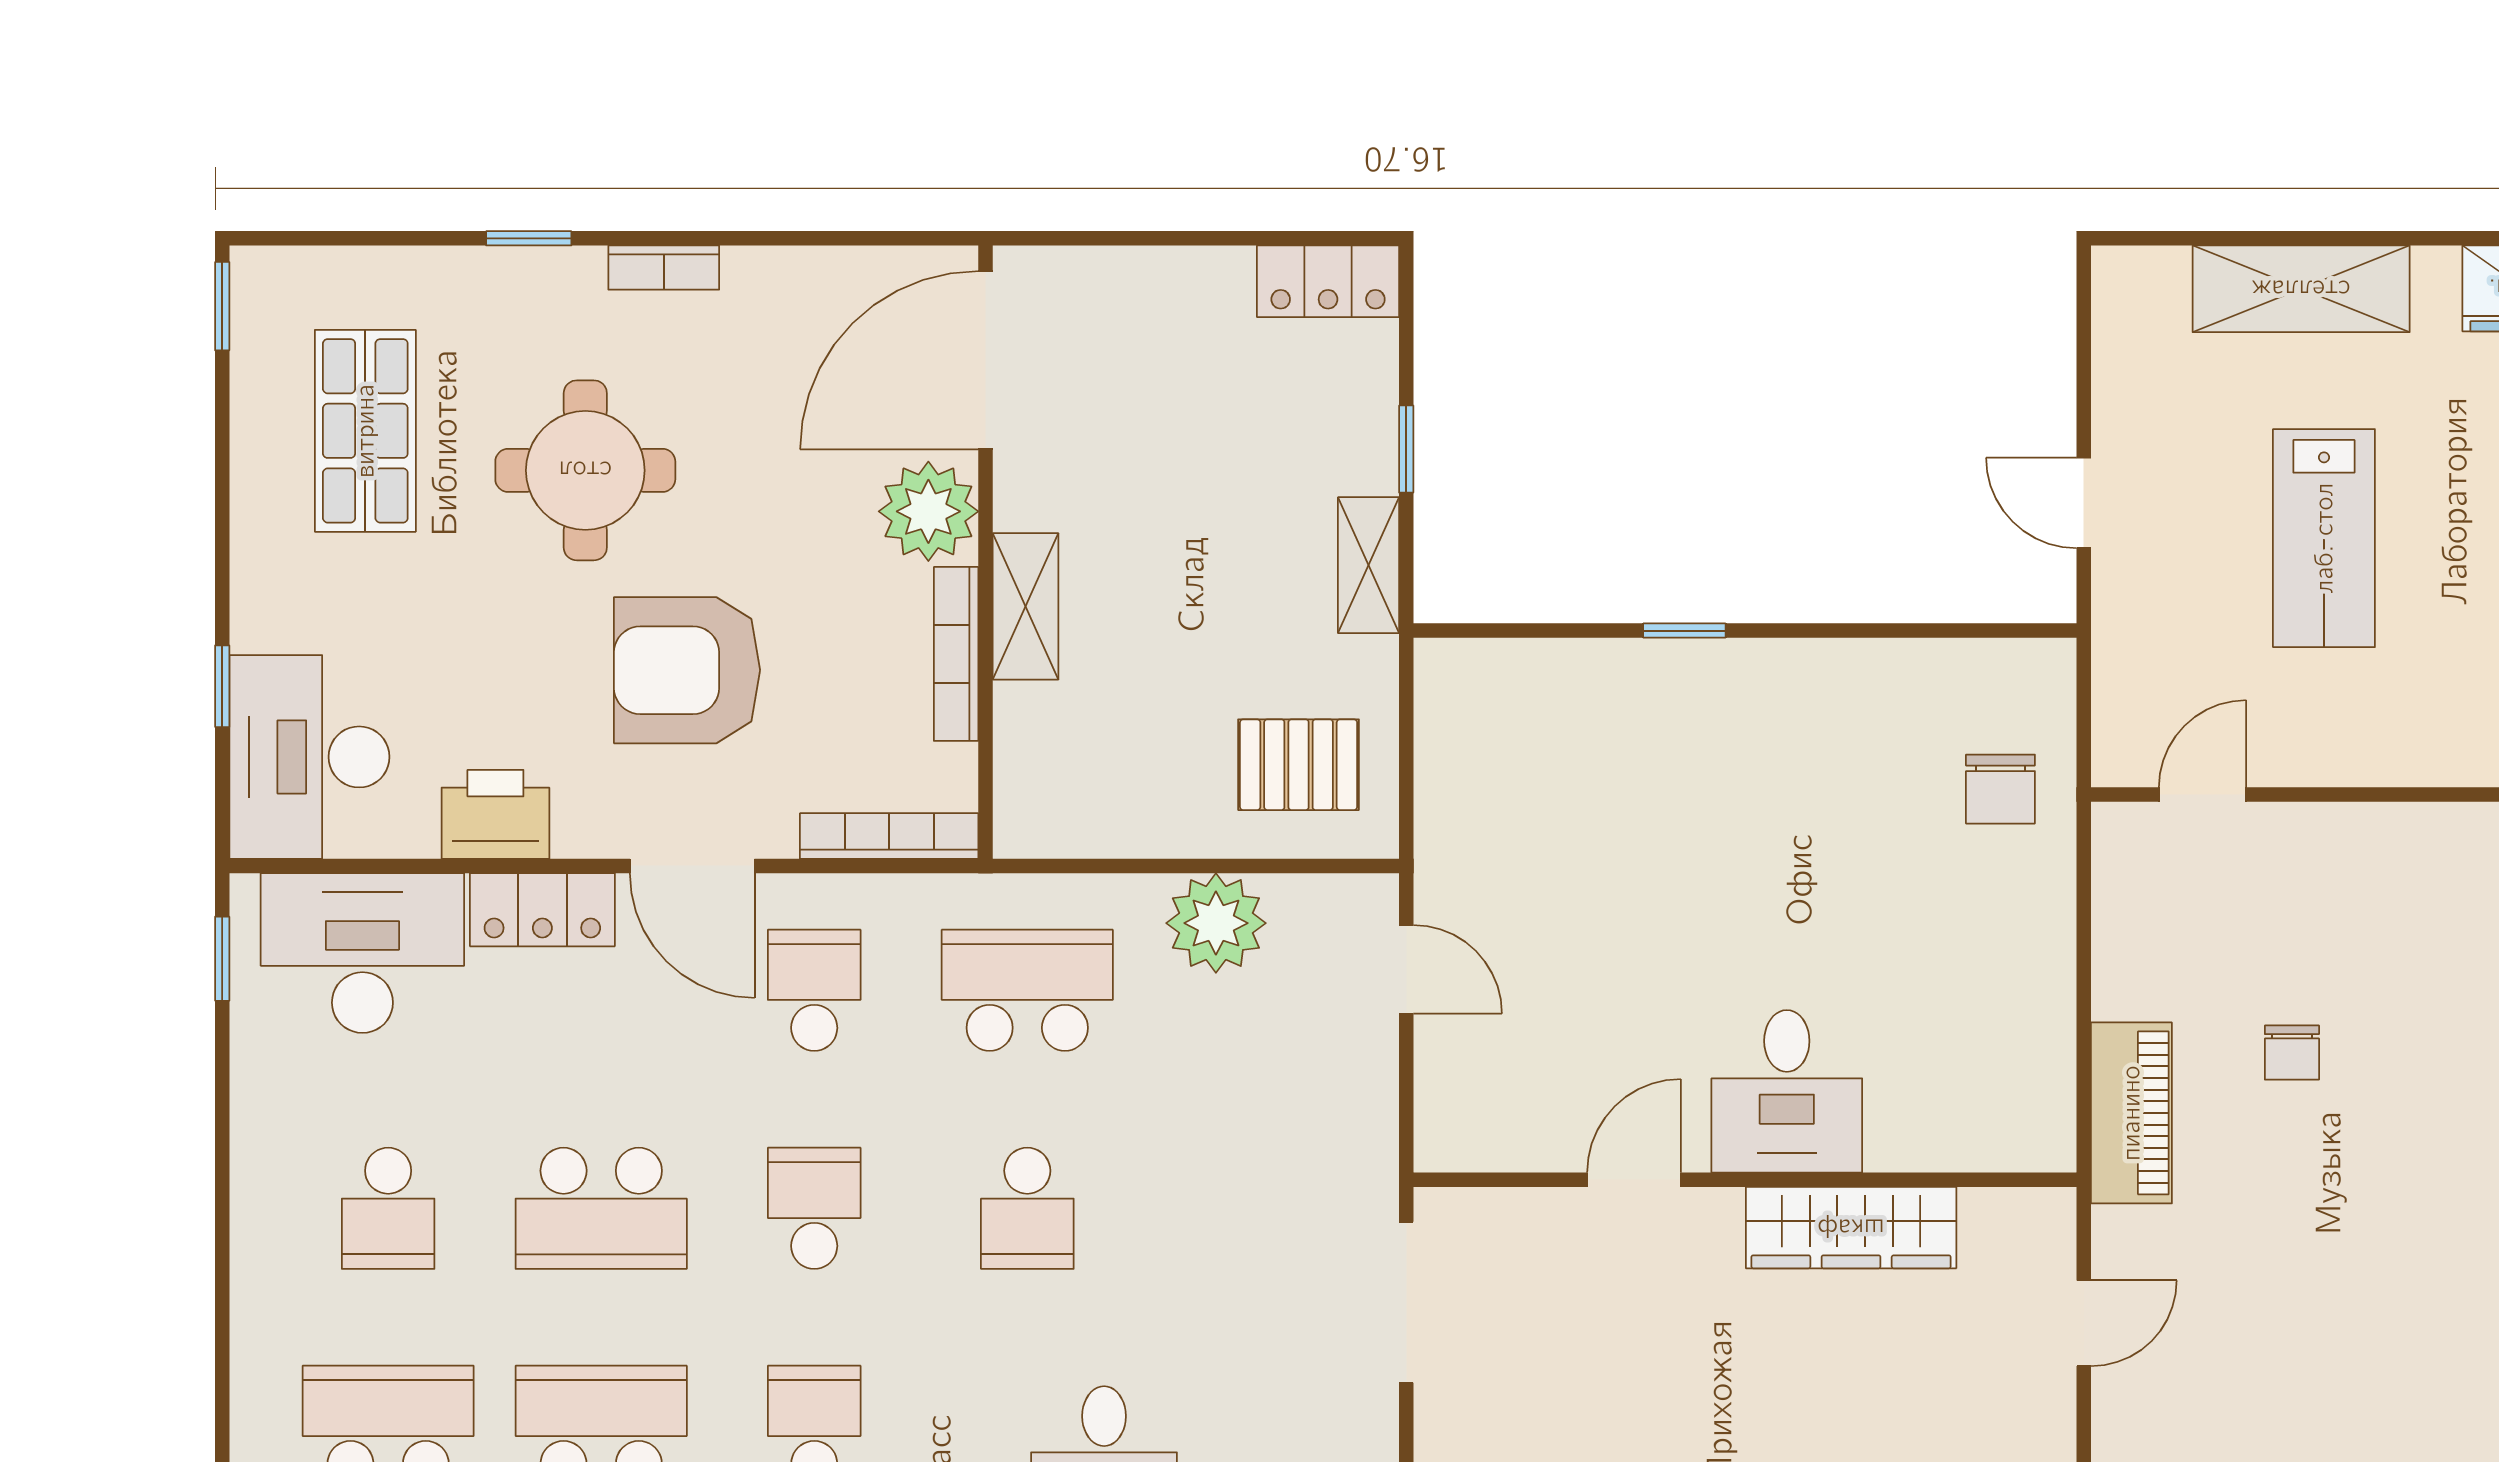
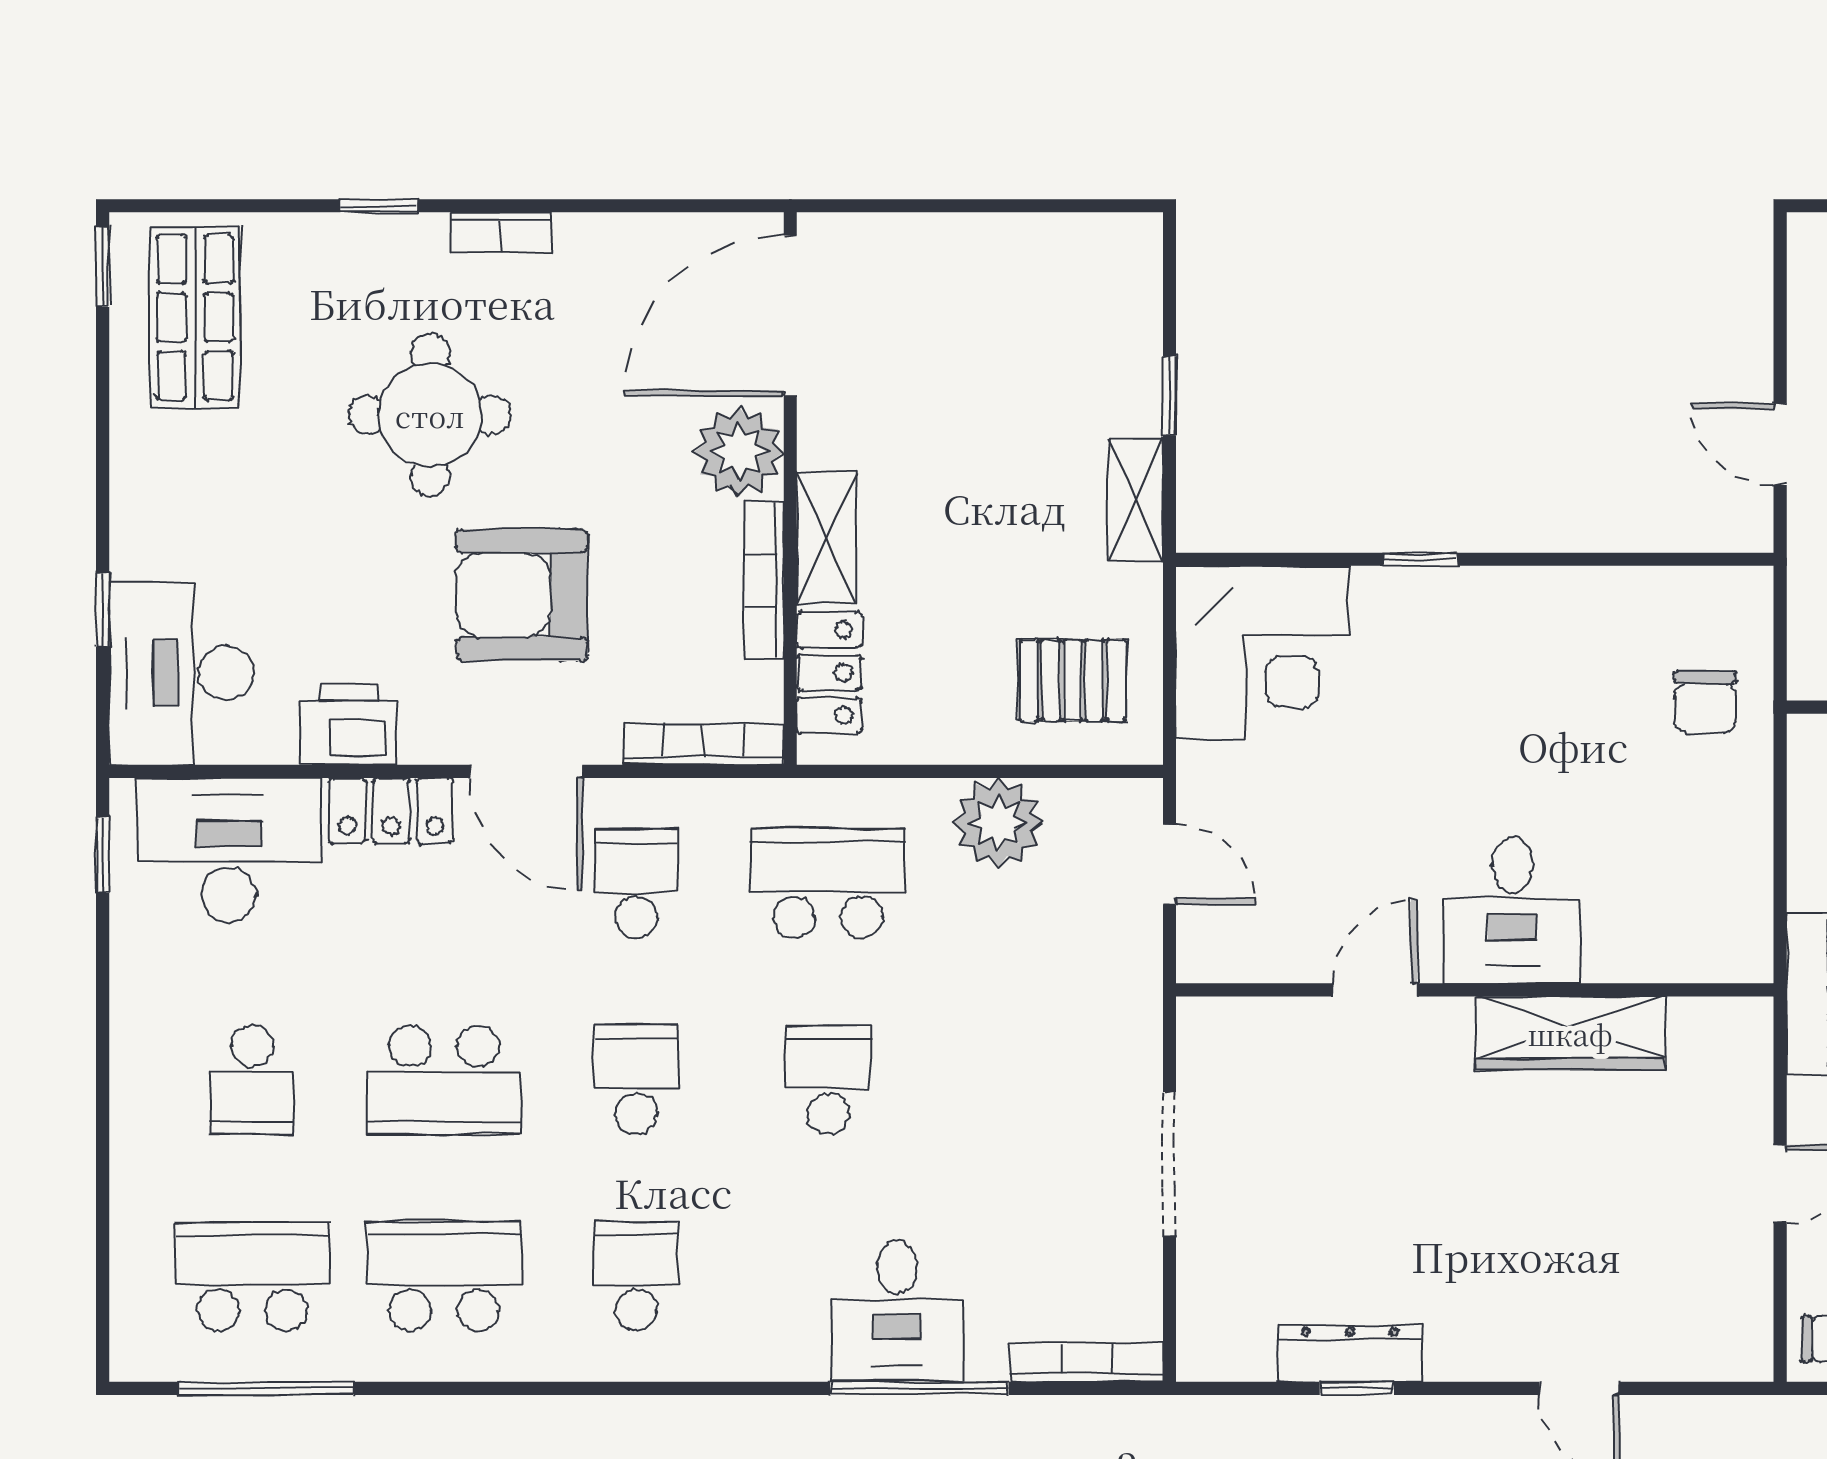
locker: (1328, 281) -> (829, 673), moved, turned -90
shop shelf: (365, 431) -> (195, 317), moved
corner desk: (1510, 734) -> (1263, 652), added
desk: (1787, 1091) -> (1512, 910), moved
door: (1634, 1180) -> (1375, 990), moved
wall: (1745, 1180) -> (1475, 990), moved
school desk: (1027, 1208) -> (828, 1080), turned 180
wardrobe: (1851, 1228) -> (1570, 1033), moved

